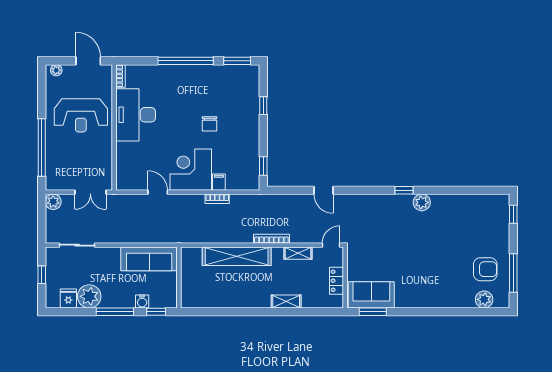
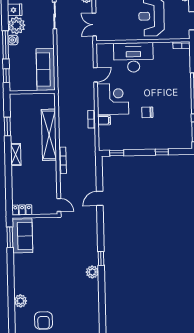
desk: (136, 115) -> (133, 57), moved
shelving: (298, 253) -> (52, 181), removed
locker: (337, 281) -> (22, 210), moved
plant: (484, 299) -> (20, 301), moved
water cooler: (142, 301) -> (13, 40), moved
shelving: (286, 301) -> (16, 155), moved
window: (224, 312) -> (7, 126), added

